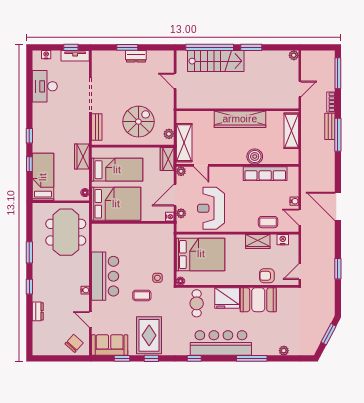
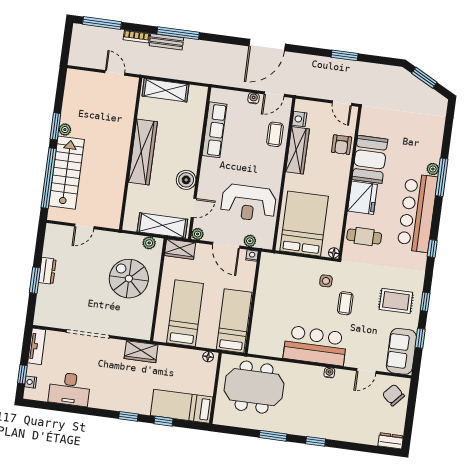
window: (71, 47) -> (22, 374), moved
plant: (294, 55) -> (65, 130), moved
bench: (97, 127) -> (129, 331), removed
wardrobe: (82, 156) -> (141, 352), moved
boiler: (255, 156) -> (186, 180), moved
bed: (116, 204) -> (234, 321), width x0.67
wardrobe: (258, 241) -> (297, 150), width x1.50
dresser: (38, 311) -> (391, 441), moved
rug: (149, 335) -> (396, 301), width x0.73, depth x0.70
plant: (284, 351) -> (433, 169), moved

